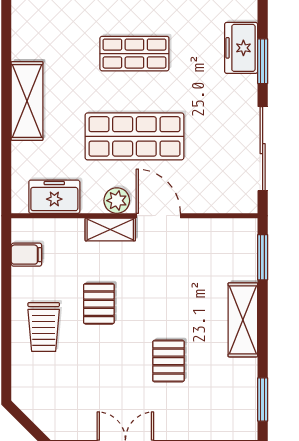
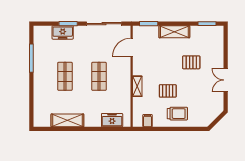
shelving: (27, 101) -> (67, 120), moved
shop shelf: (134, 136) -> (99, 76), width x0.70, depth x0.74
freezer: (54, 197) -> (112, 120), moved, turned 90
plant: (117, 201) -> (125, 84), removed
door: (158, 216) -> (132, 47), moved

